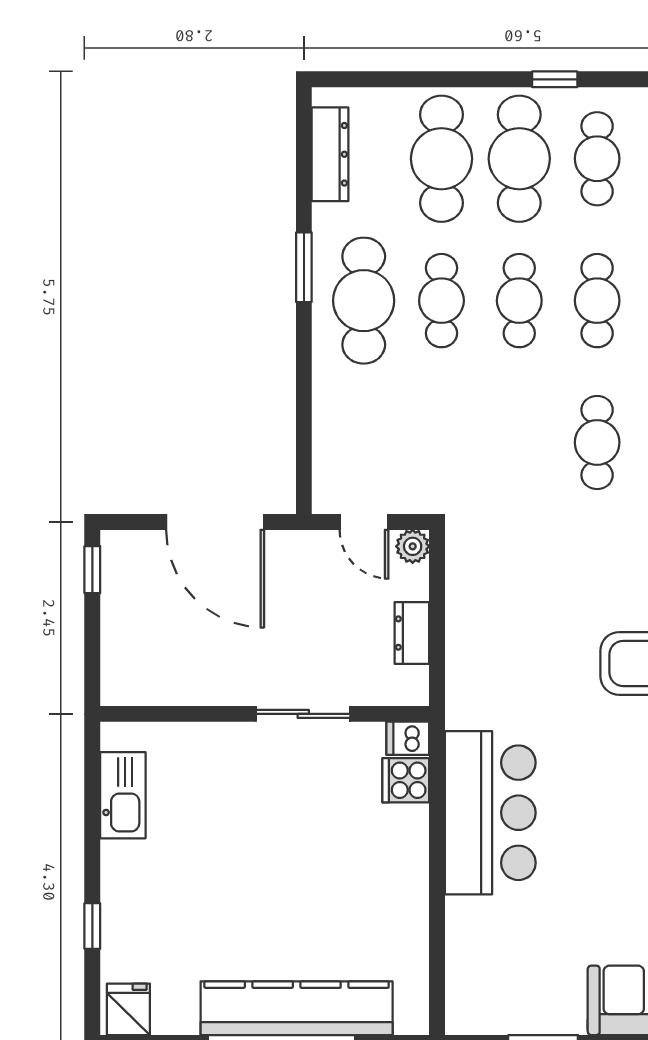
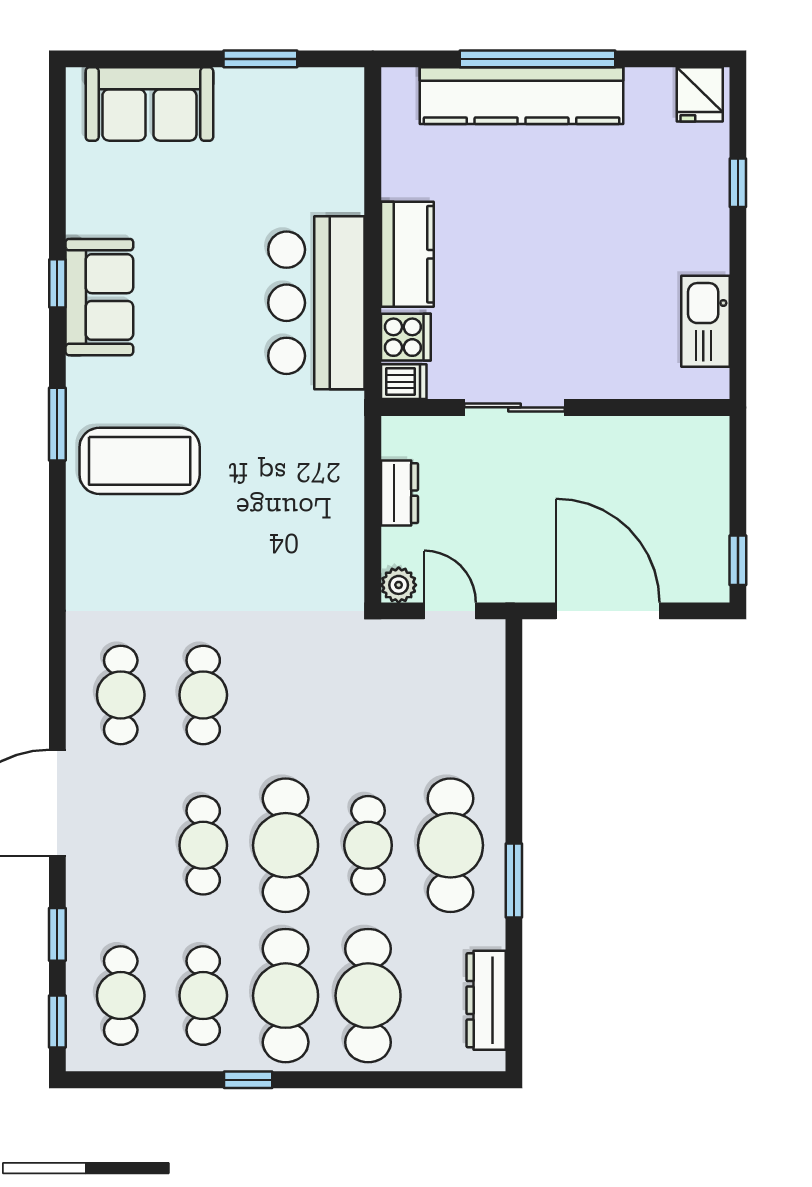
cafe table: (519, 301) -> (286, 845), width x1.37, depth x1.35
kitchen counter: (404, 859) -> (407, 254), added

